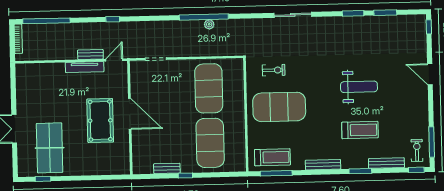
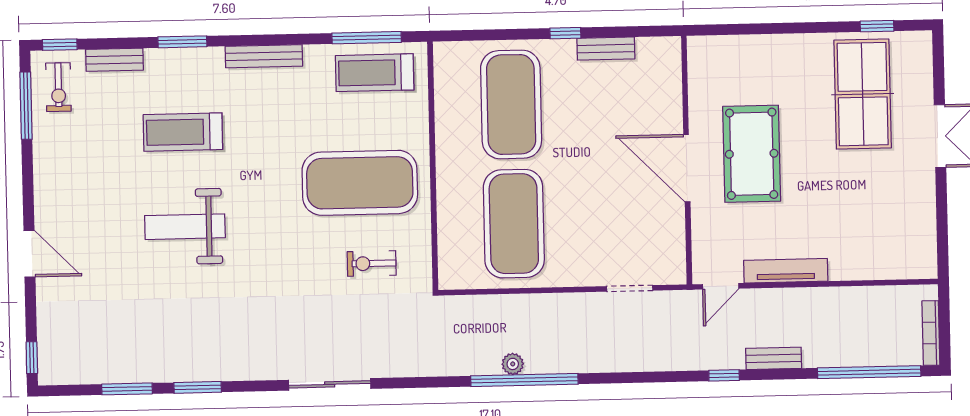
bench: (90, 54) -> (774, 358), moved
bench: (386, 163) -> (115, 60), width x0.73

